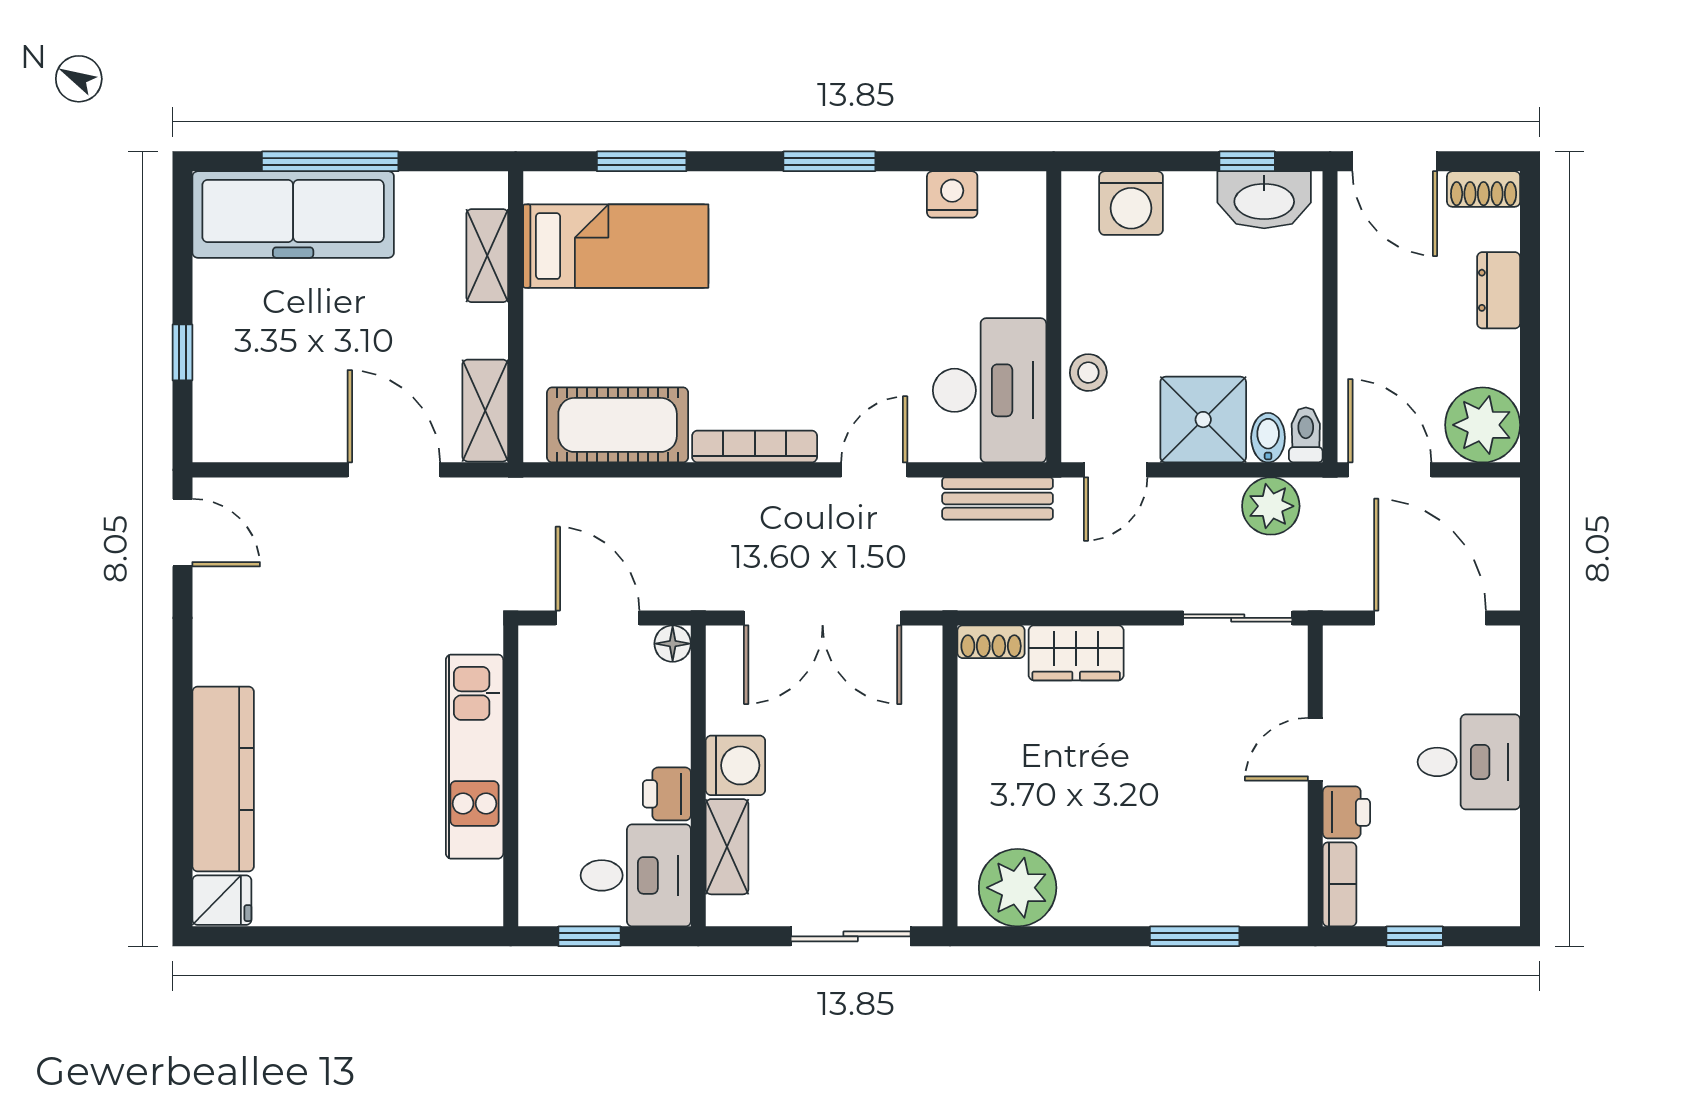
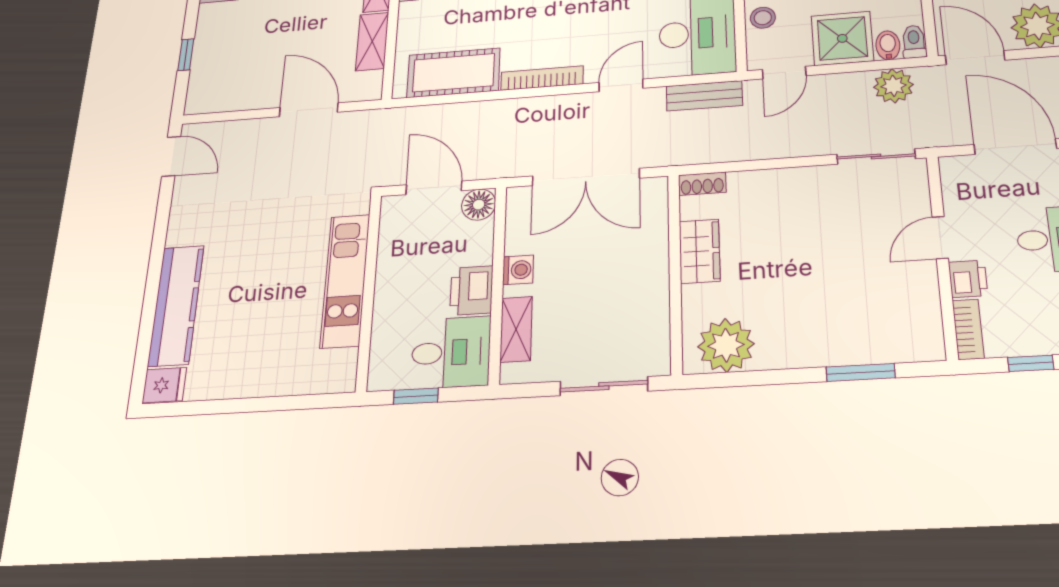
shelving: (485, 411) -> (372, 42), moved
floor lamp: (673, 644) -> (479, 205), width x1.37, depth x1.37
wardrobe: (1076, 653) -> (700, 251), moved, turned -90
washing machine: (735, 765) -> (518, 270), width x0.73, depth x0.73
printer: (667, 794) -> (471, 290), width x1.36, depth x1.24

